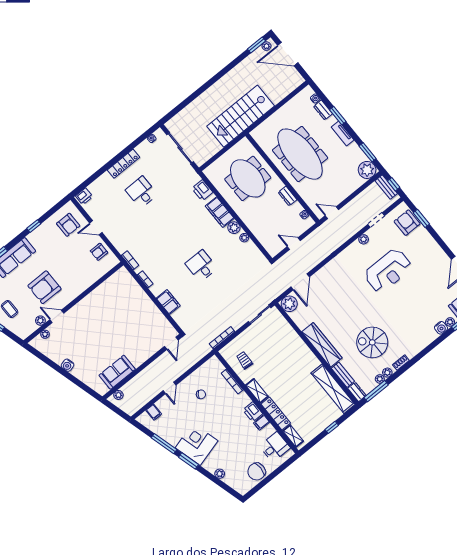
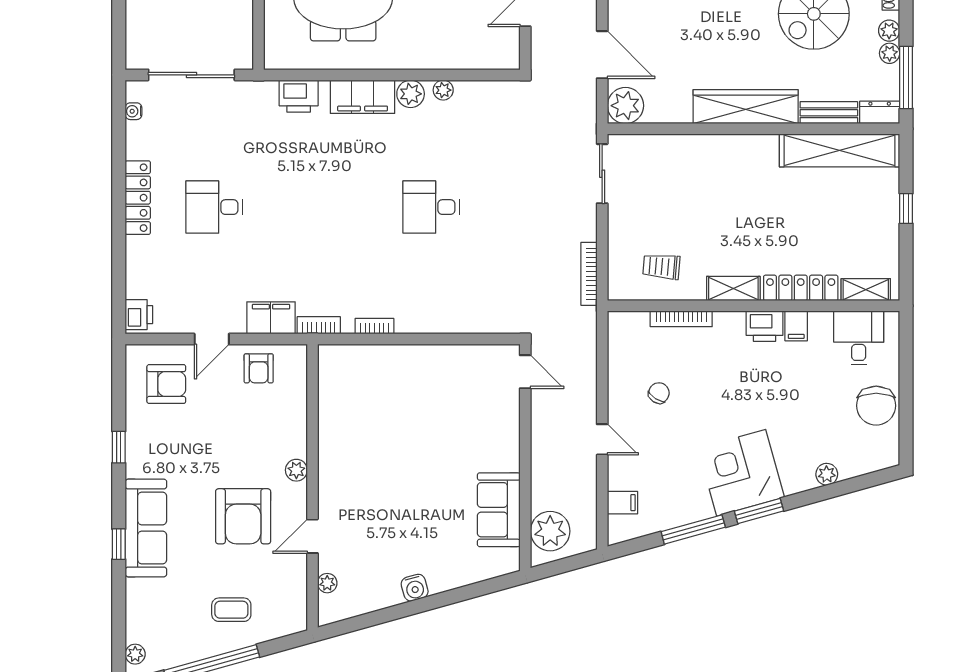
filing cabinet: (168, 302) -> (271, 318), moved
plant: (40, 321) -> (296, 470), moved
plant: (118, 395) -> (550, 531), width x1.88, depth x1.88

